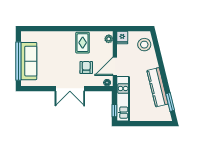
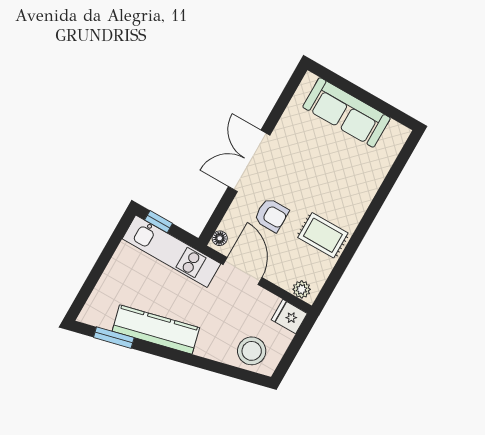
window: (18, 61) -> (358, 92), removed

